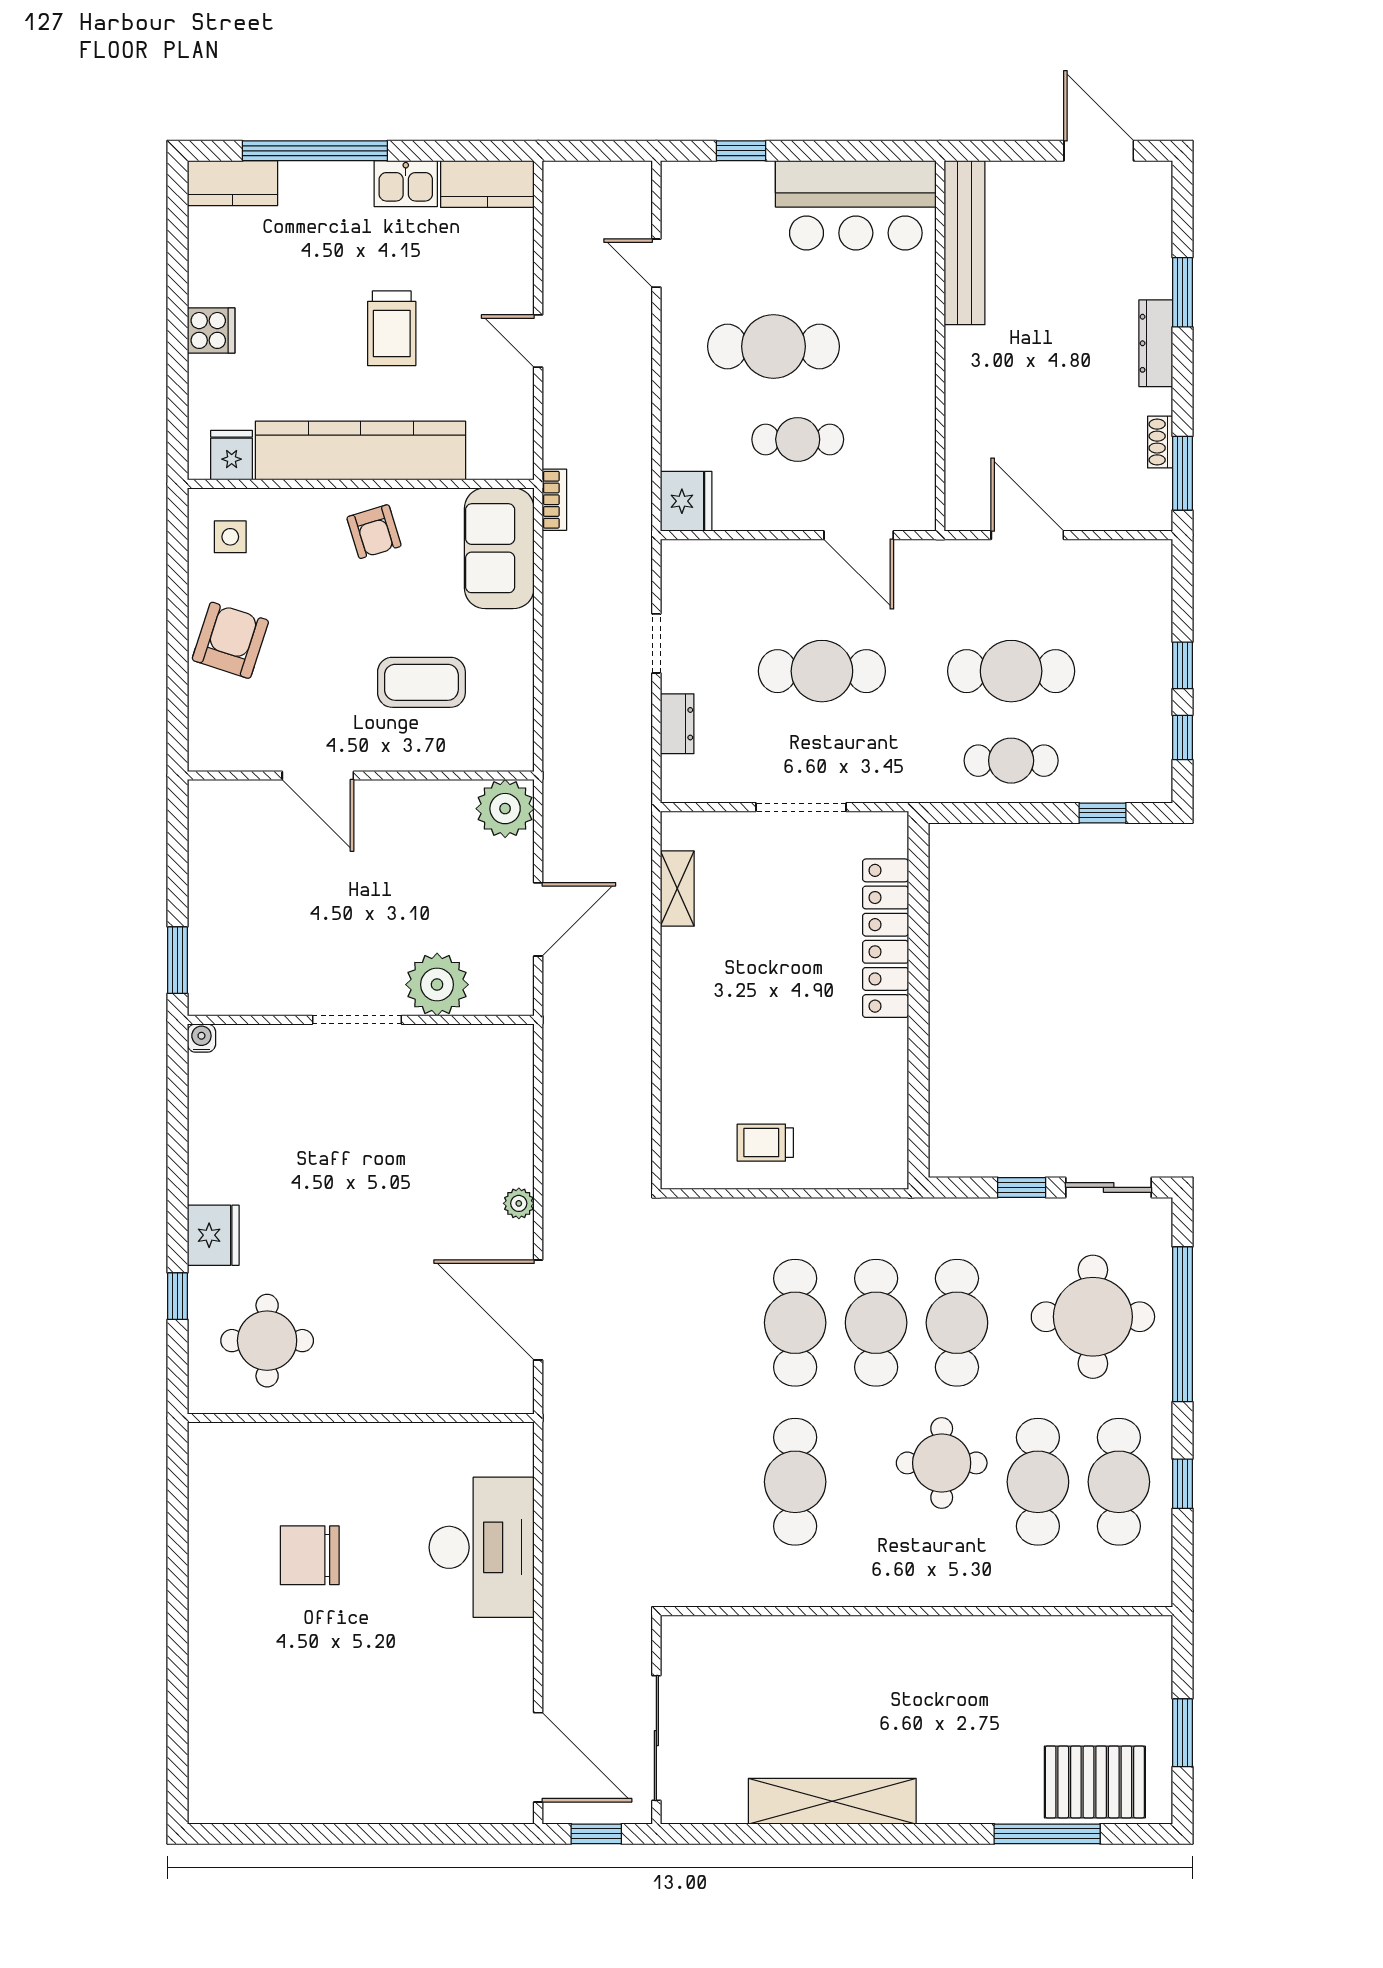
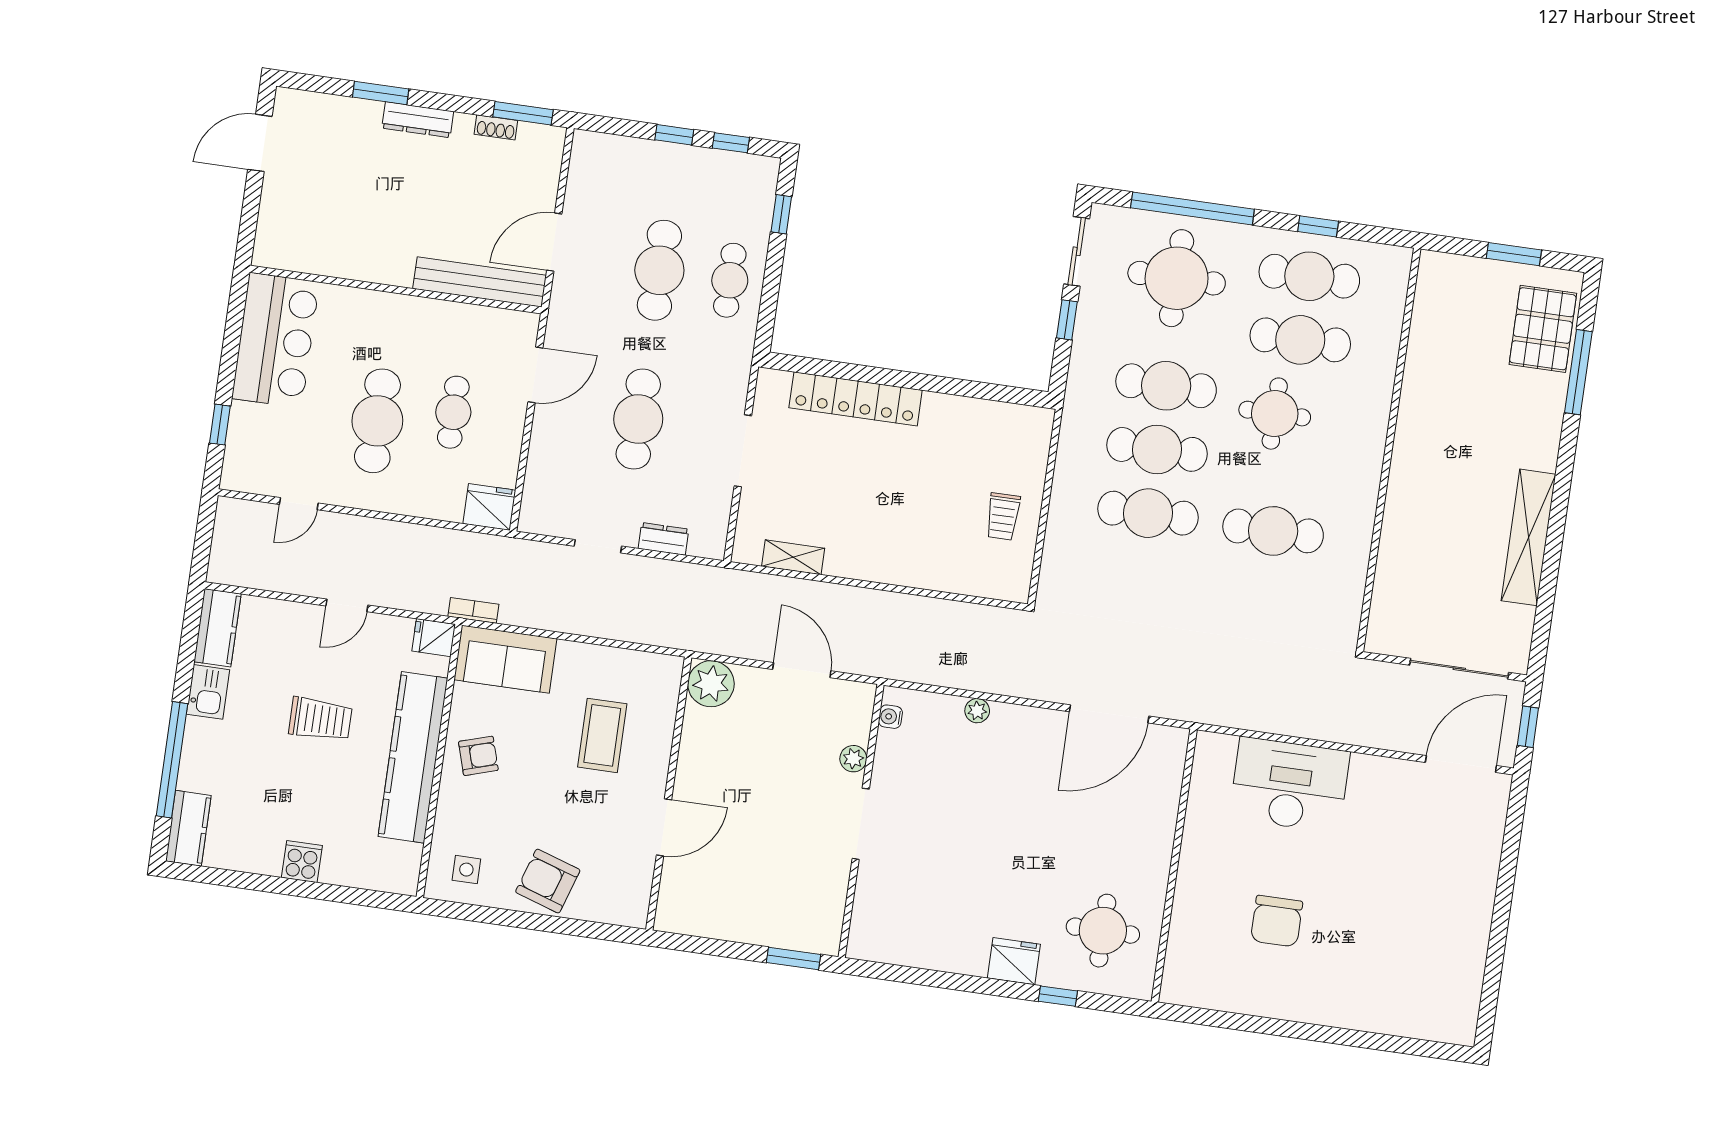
bench: (965, 243) -> (480, 282), moved
fridge: (232, 455) -> (434, 638), moved
plant: (437, 985) -> (853, 759), width x0.53, depth x0.53
water cooler: (201, 1038) -> (890, 717), moved
plant: (519, 1203) -> (977, 711), moved

